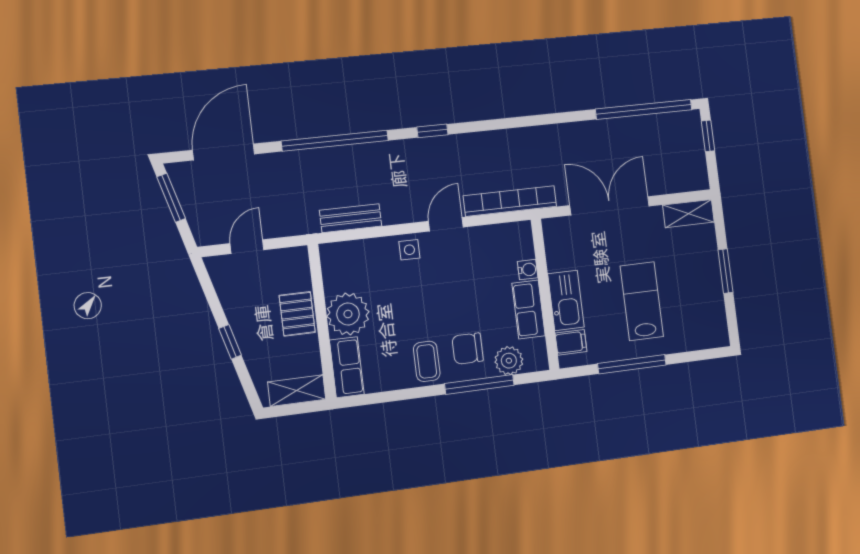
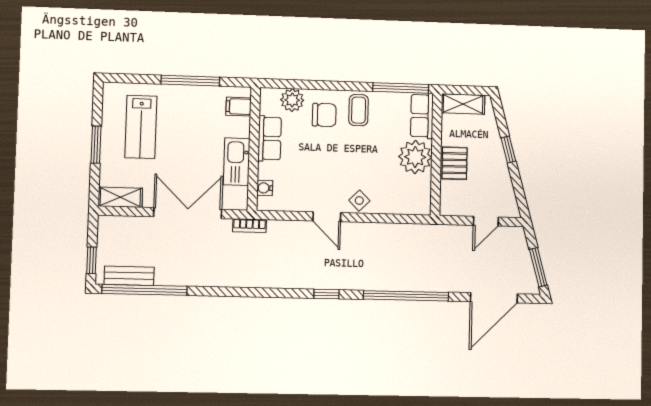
bookcase: (510, 201) -> (249, 226), width x0.43, depth x0.76
double door: (610, 206) -> (188, 213), swing flipped
bench: (351, 218) -> (129, 276), moved
door: (446, 224) -> (327, 217), hinge flipped
side table: (409, 250) -> (359, 201), turned 45
water cooler: (528, 270) -> (265, 188), moved
kitchen sink: (566, 300) -> (237, 162), moved
lab bench: (642, 301) -> (141, 127), moved
window: (479, 384) -> (401, 88), moved

